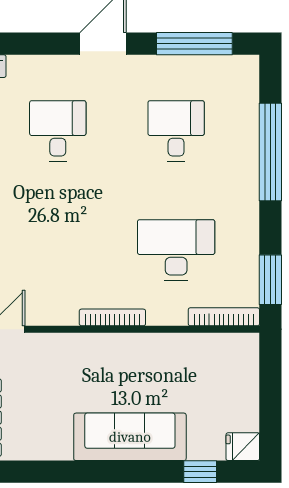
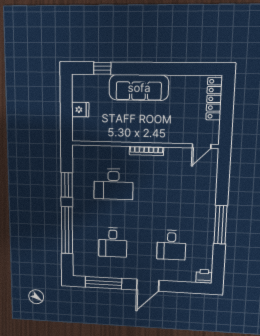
window: (270, 280) -> (67, 185), moved
bookcase: (224, 317) -> (90, 150), removed
fridge: (243, 447) -> (80, 110), moved

